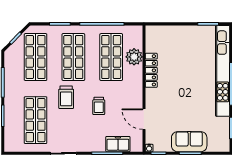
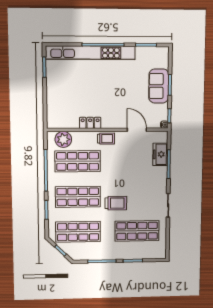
plant: (134, 57) -> (63, 139), moved
locker: (151, 70) -> (90, 123), width x0.66
trolley: (99, 106) -> (106, 139), moved
door: (144, 119) -> (137, 130), swing flipped

